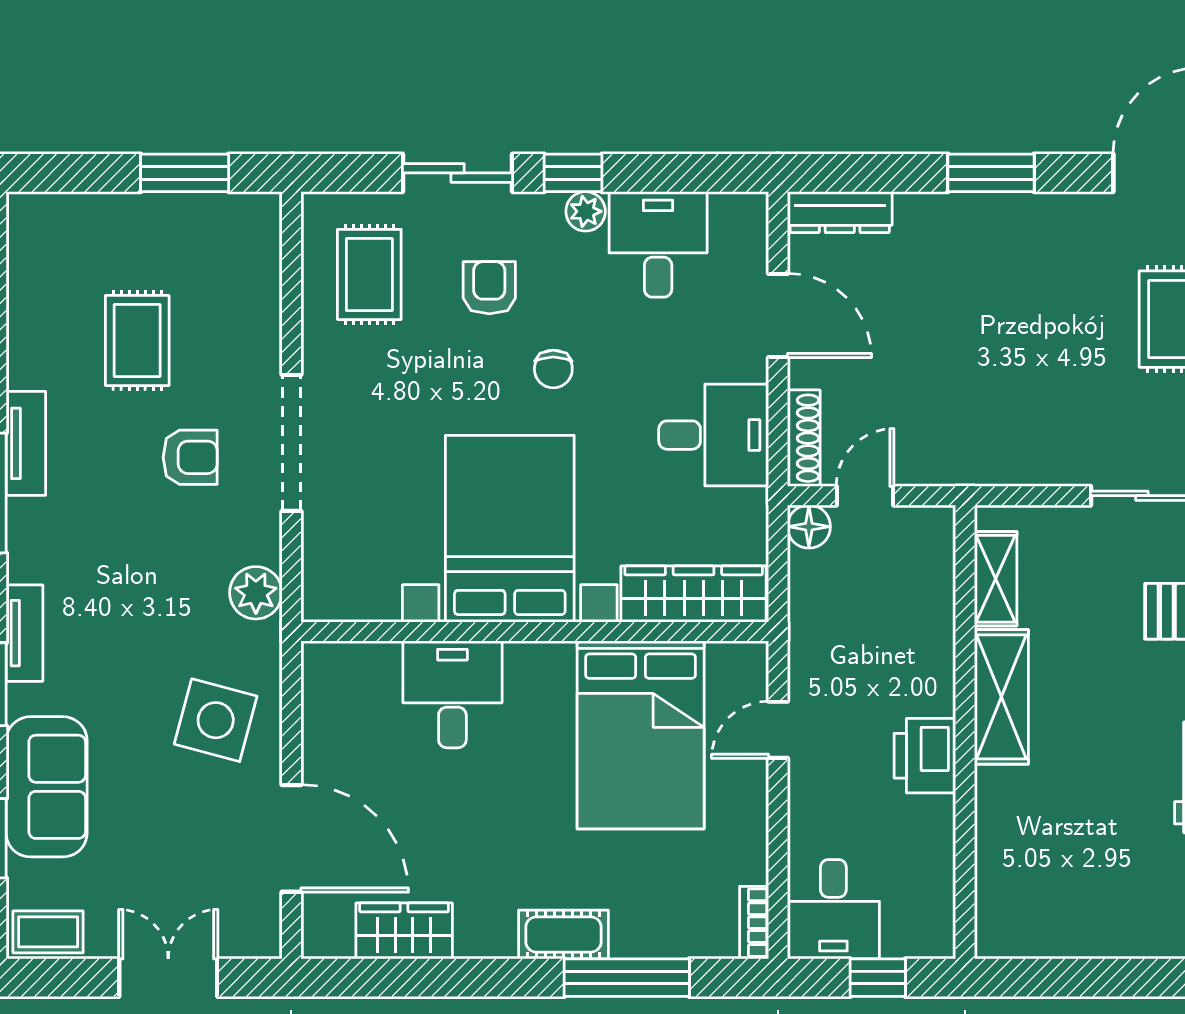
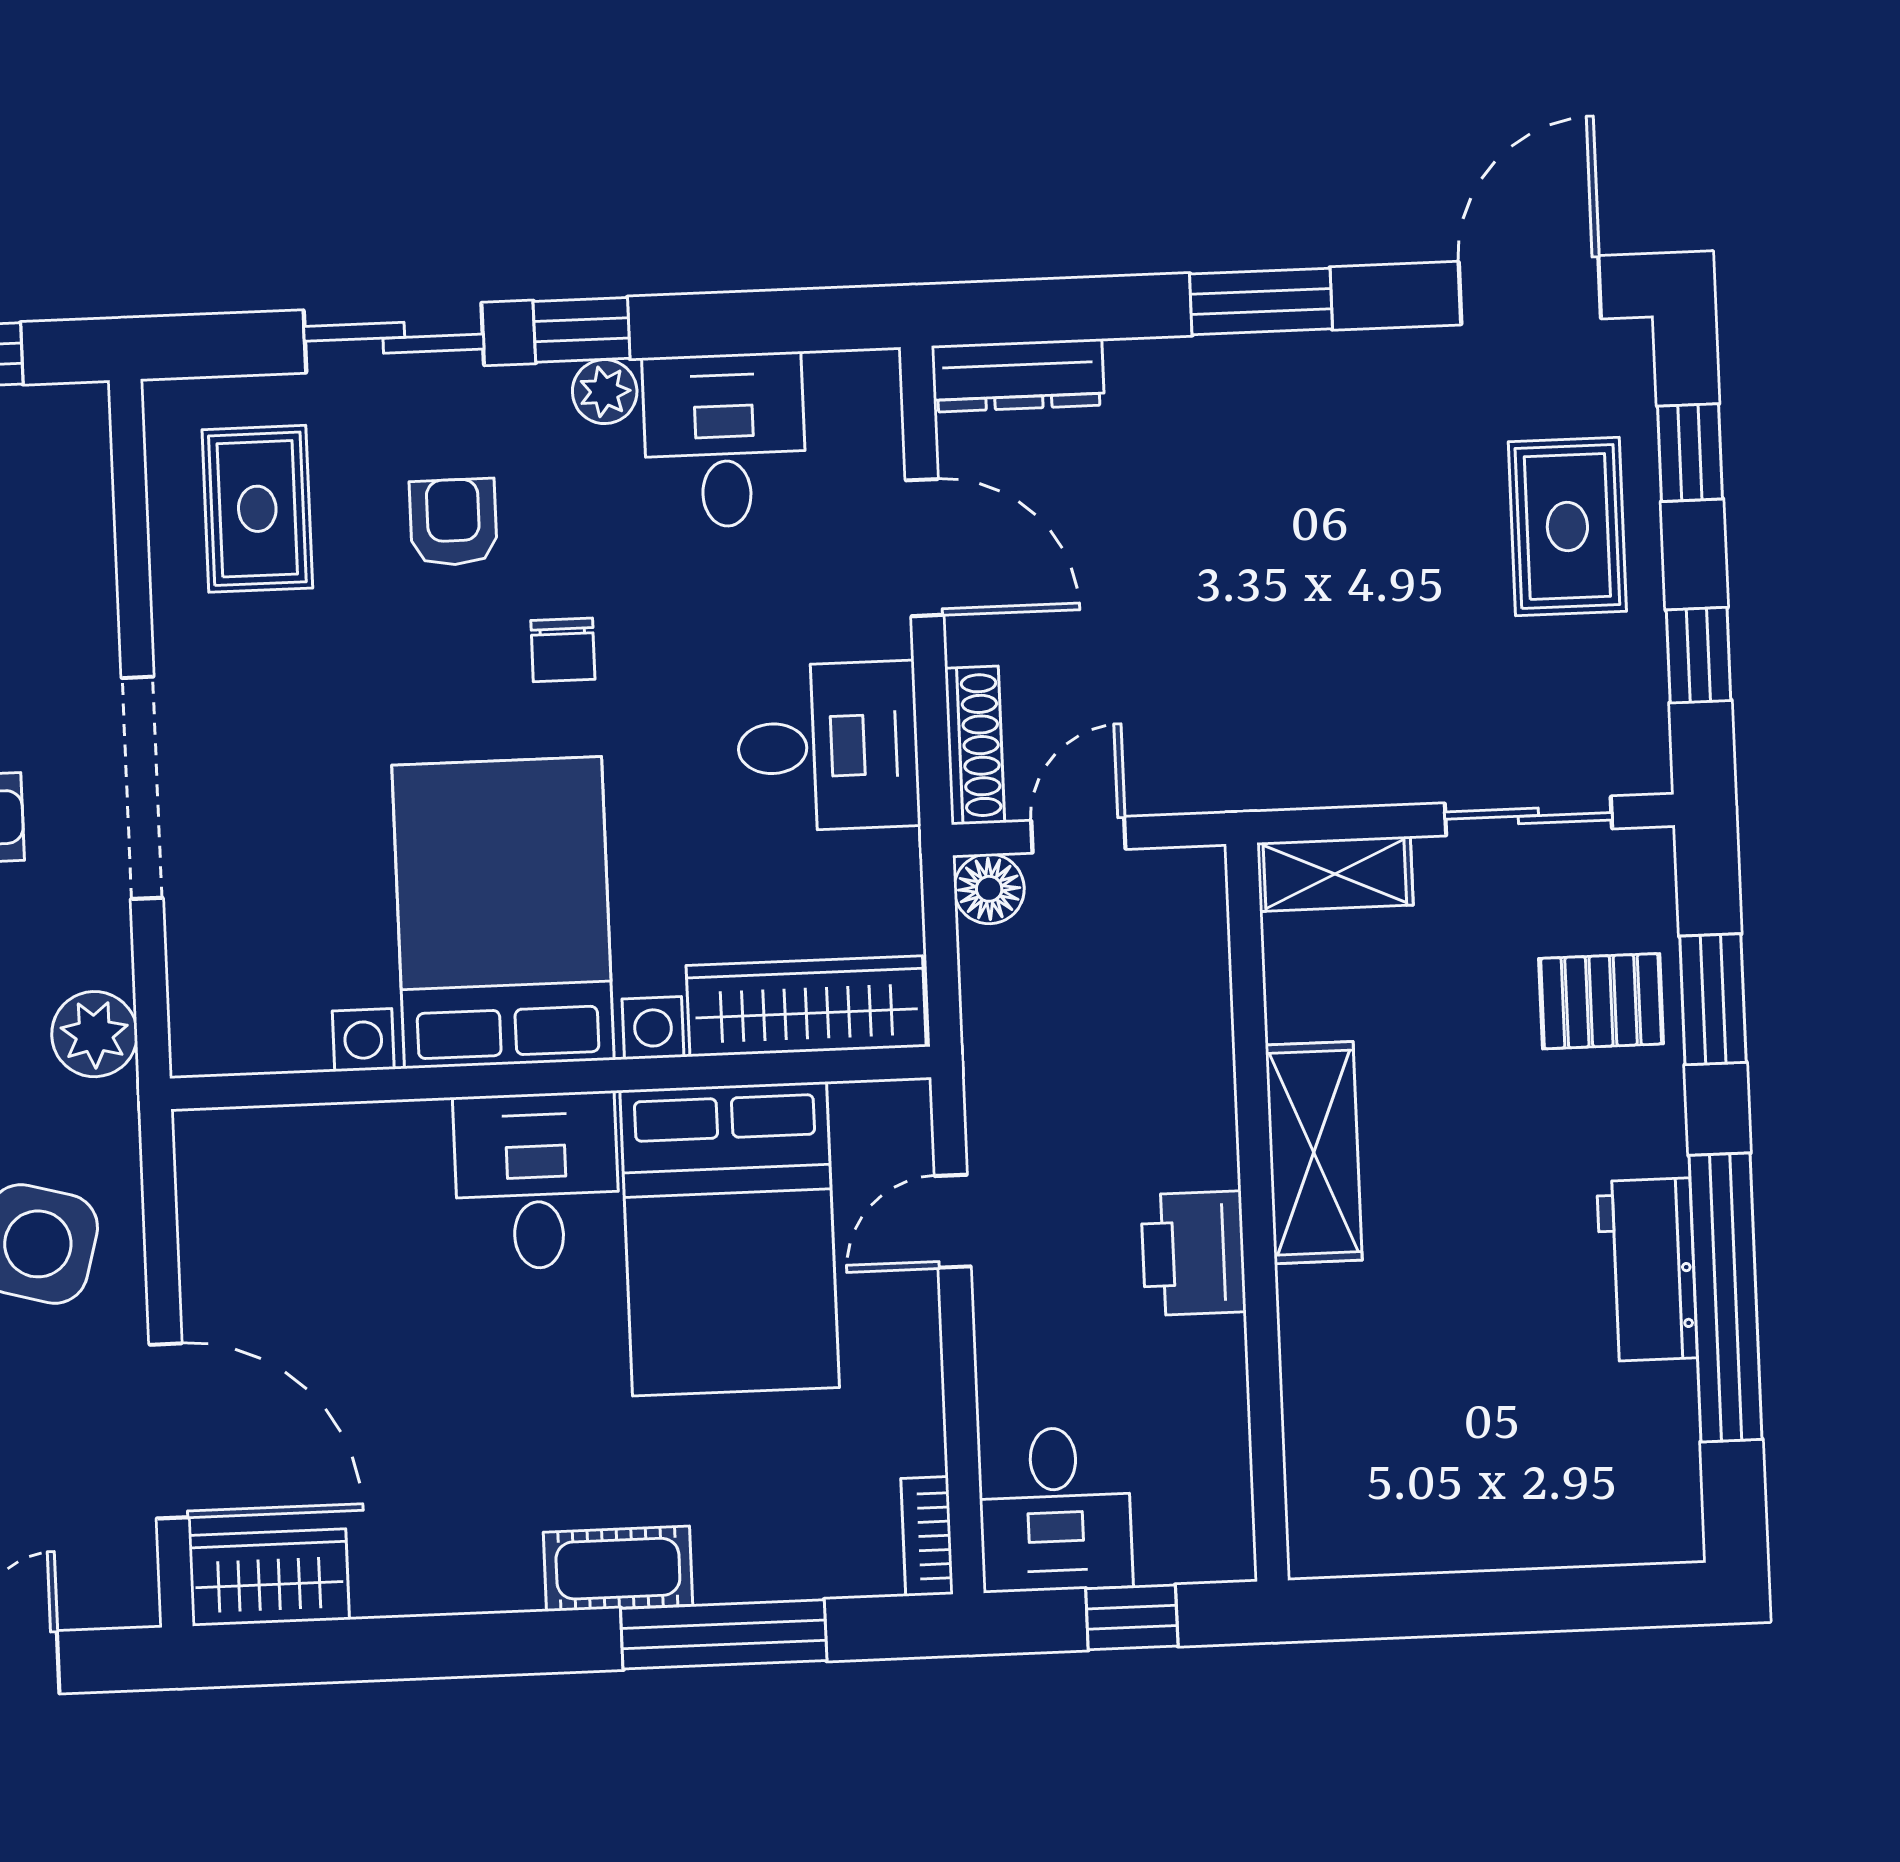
shelving: (996, 579) -> (1335, 874), moved, turned 90
desk: (452, 694) -> (537, 1181), moved
wardrobe: (404, 931) -> (269, 1577), moved

